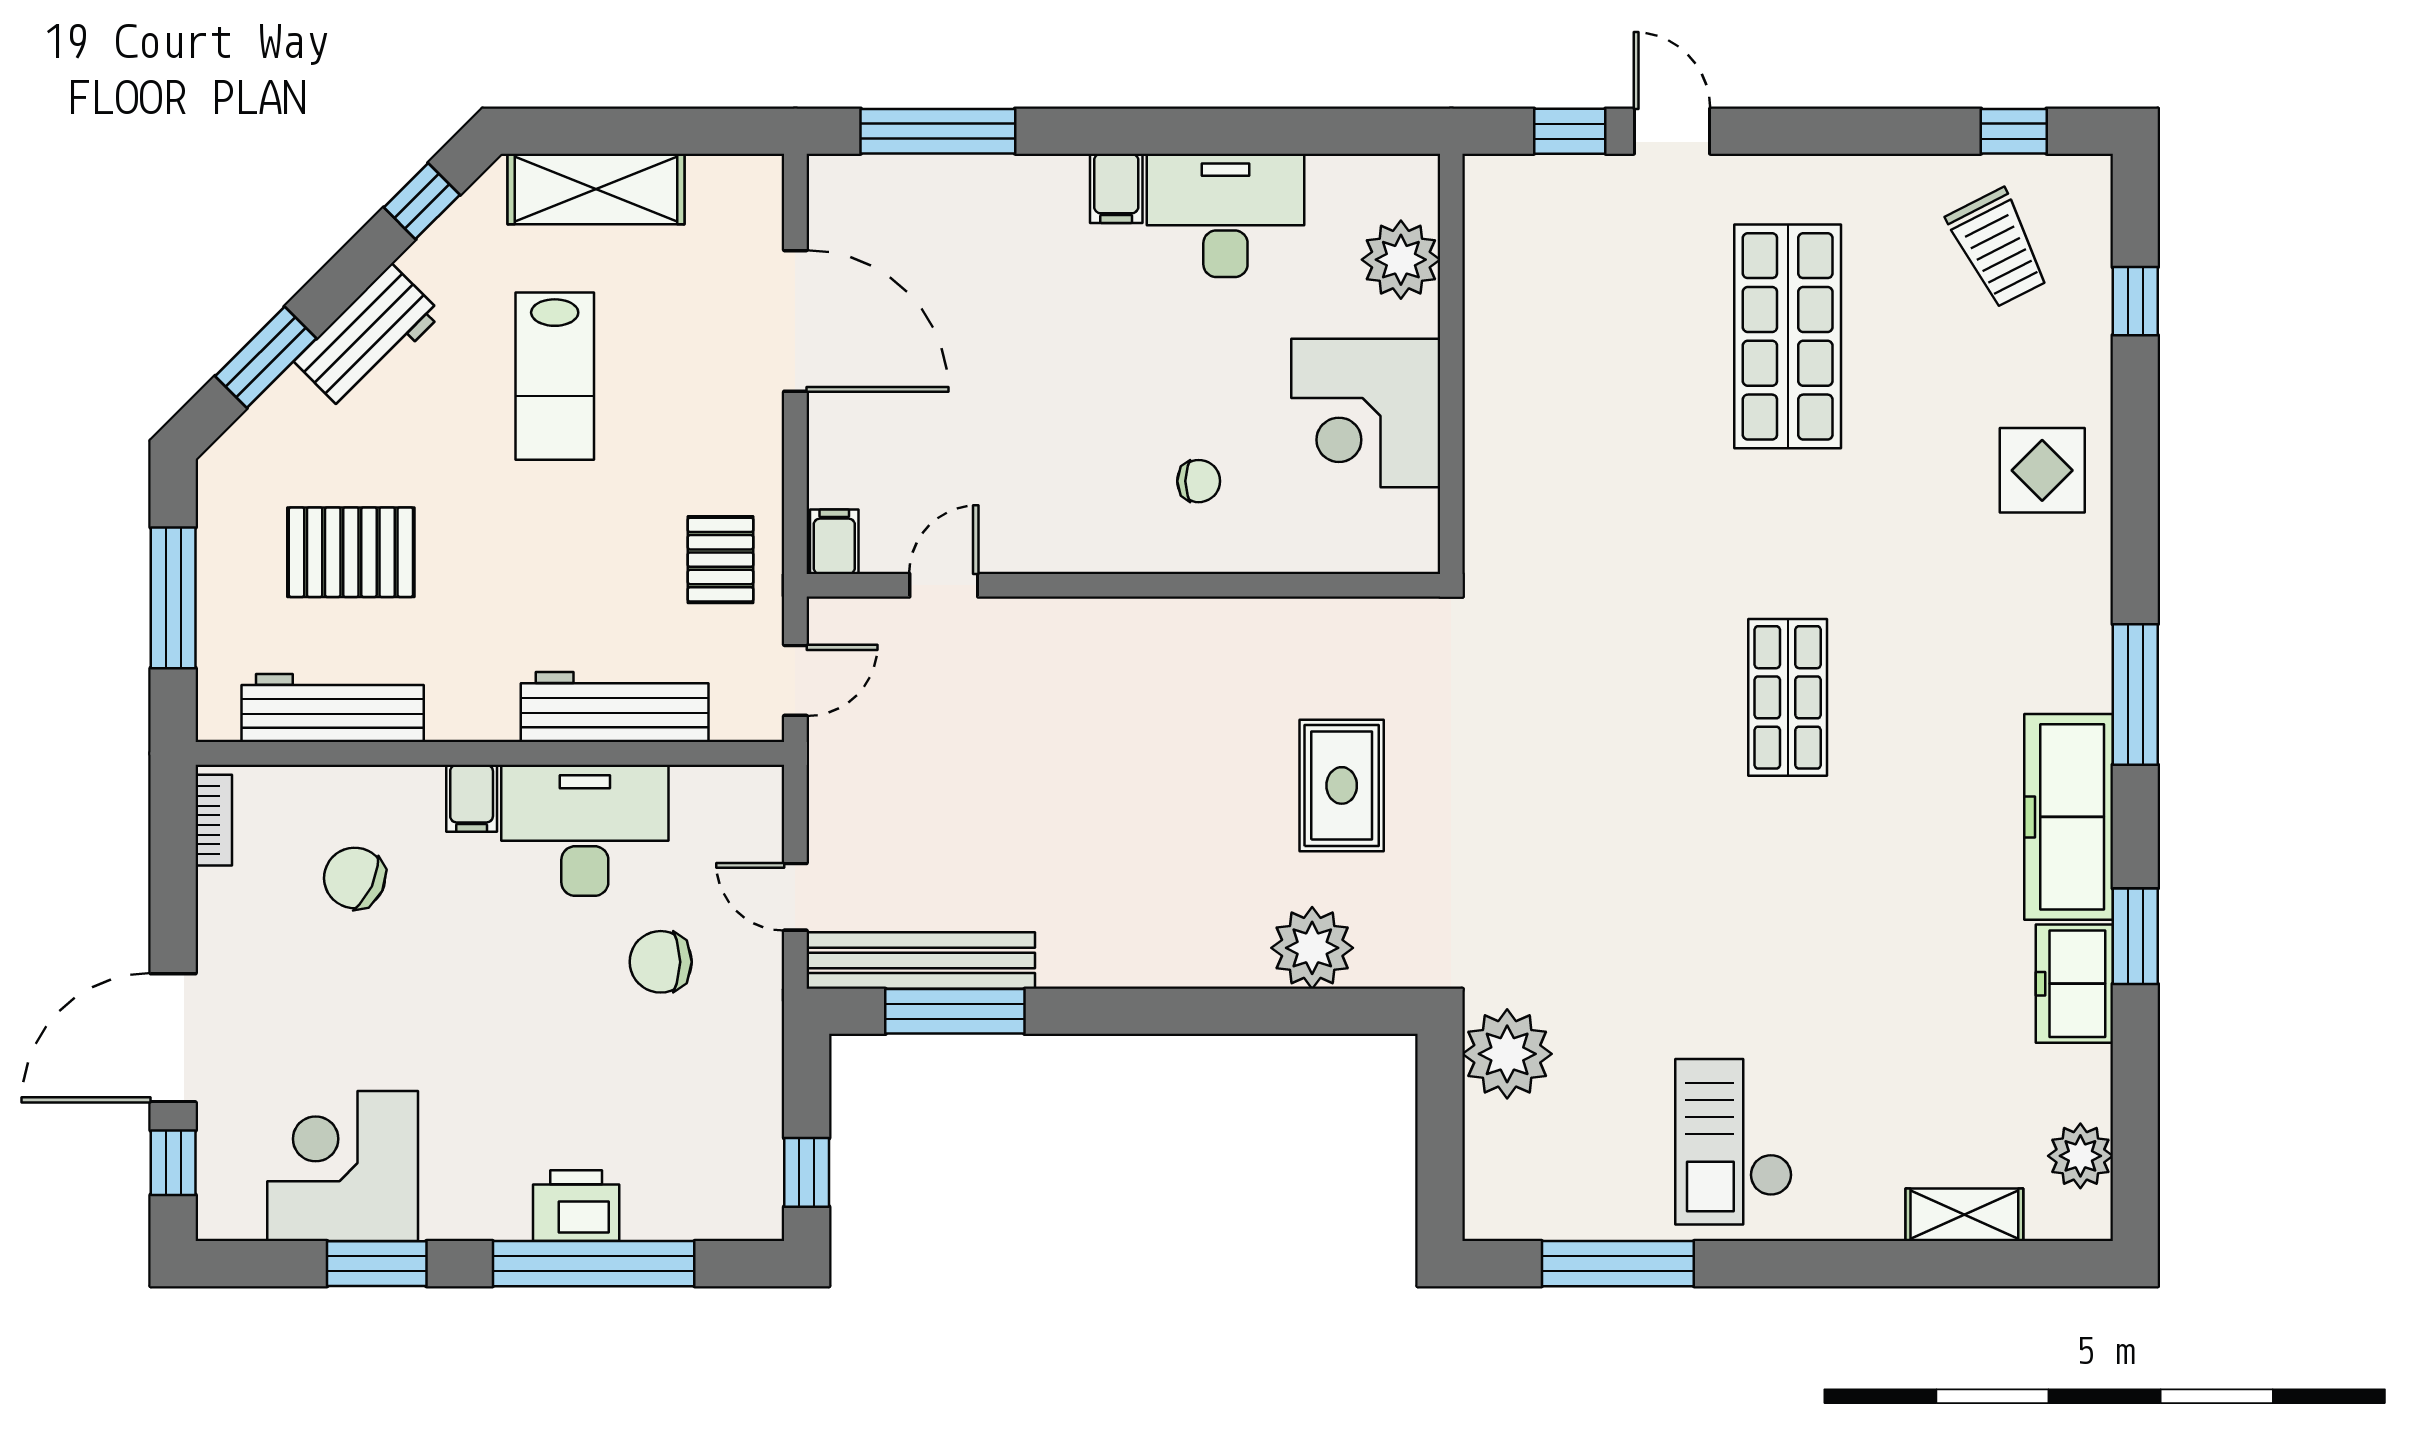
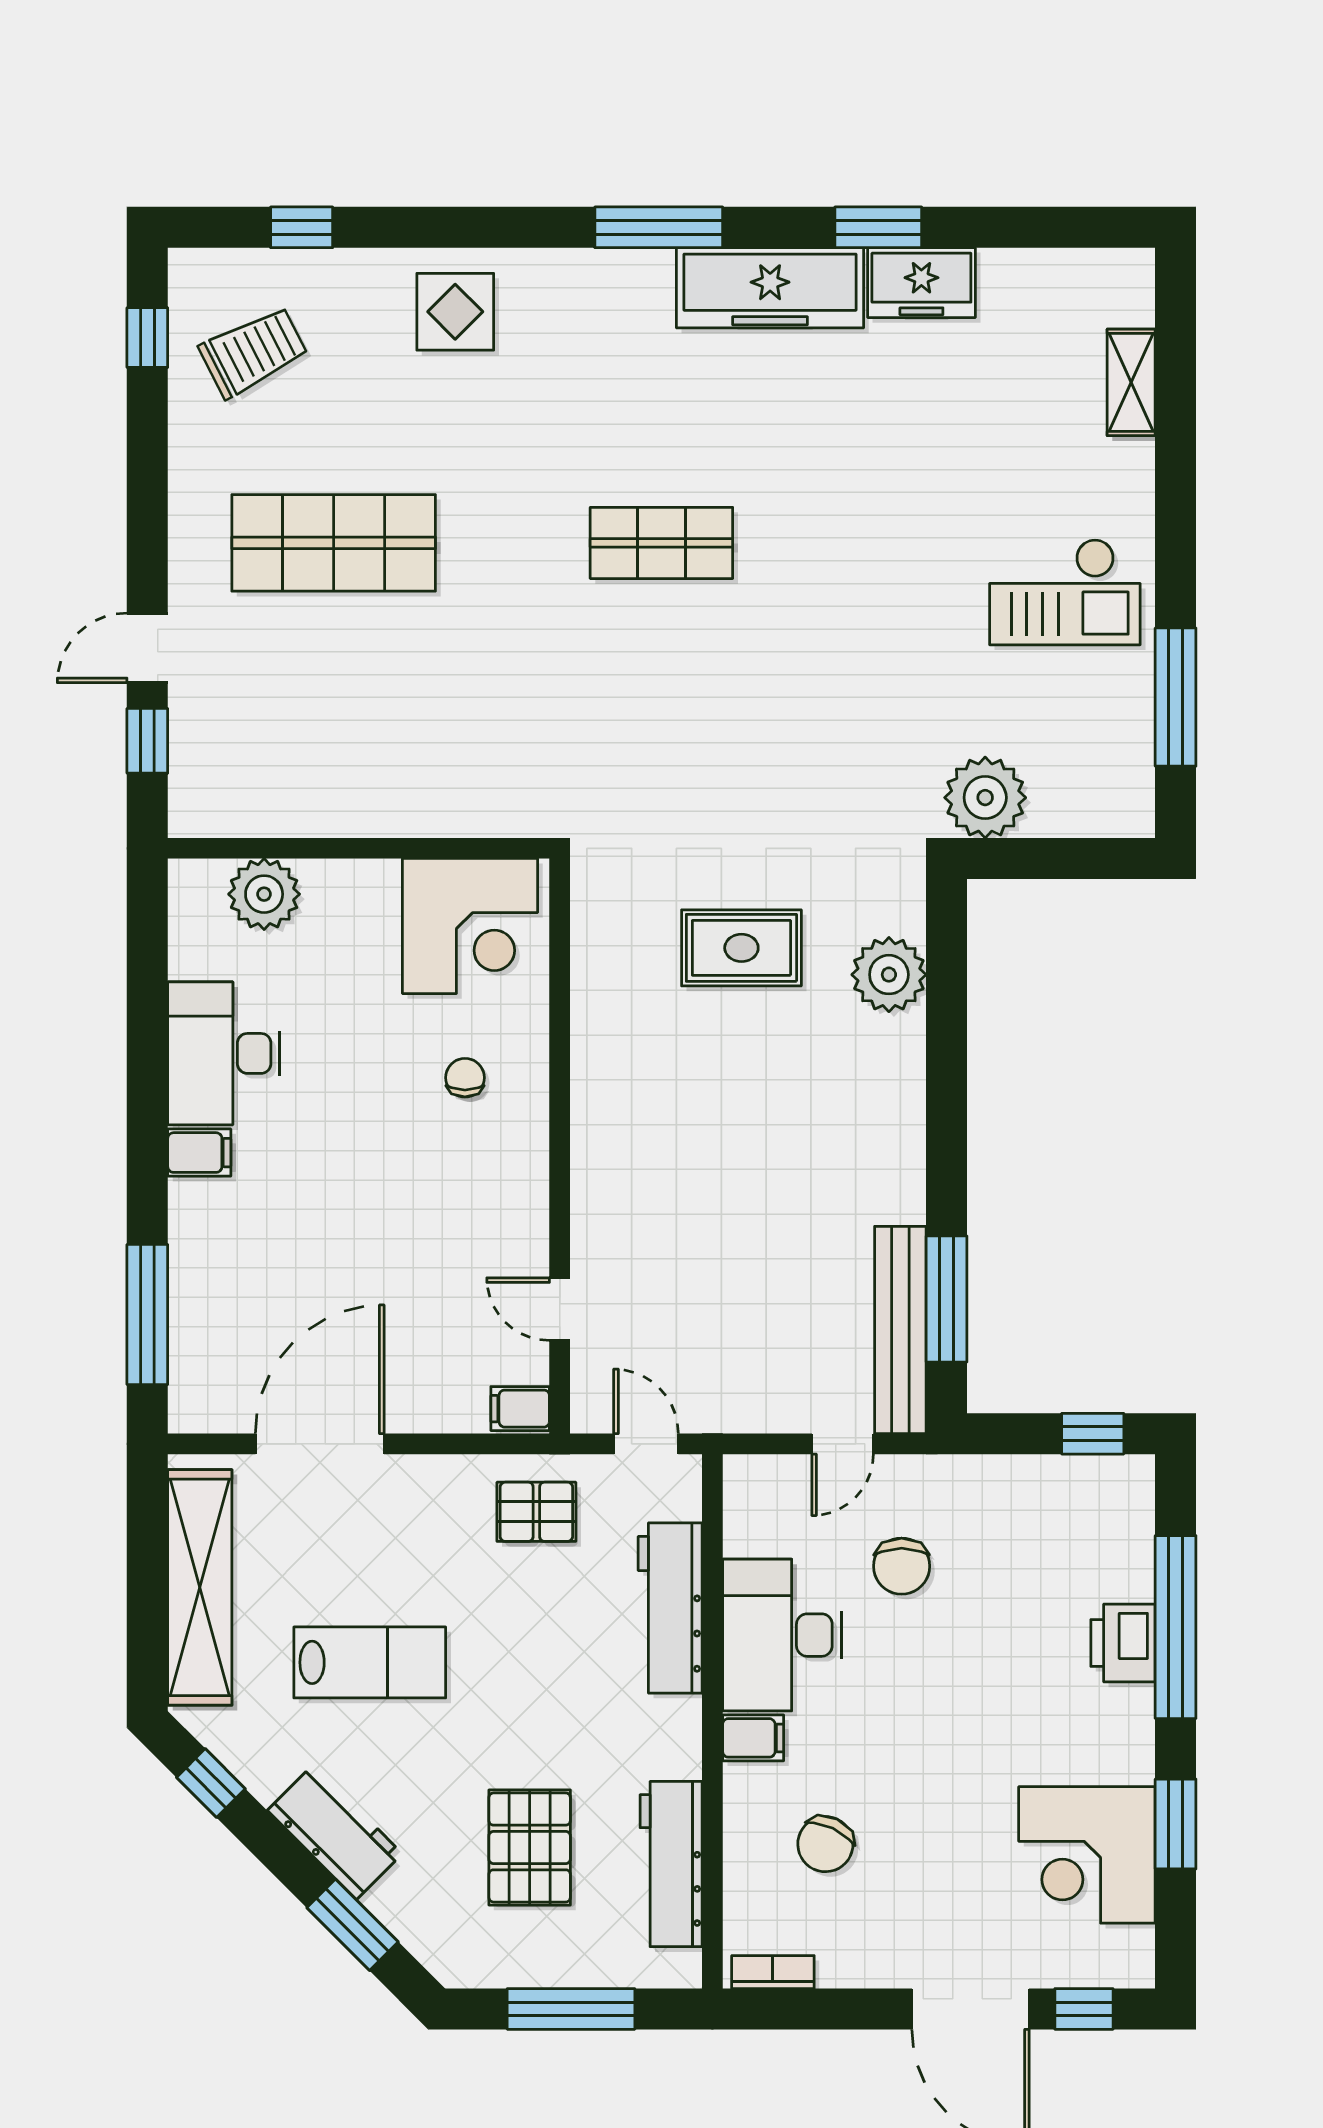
shelving: (596, 189) -> (200, 1587), width x1.47
corner desk: (1366, 413) -> (470, 926), moved
plant: (2080, 1156) -> (1078, 277), removed

